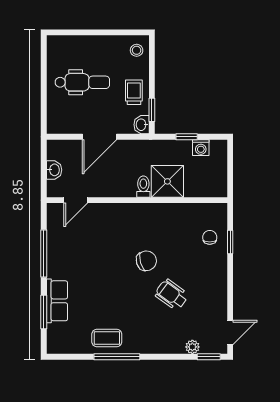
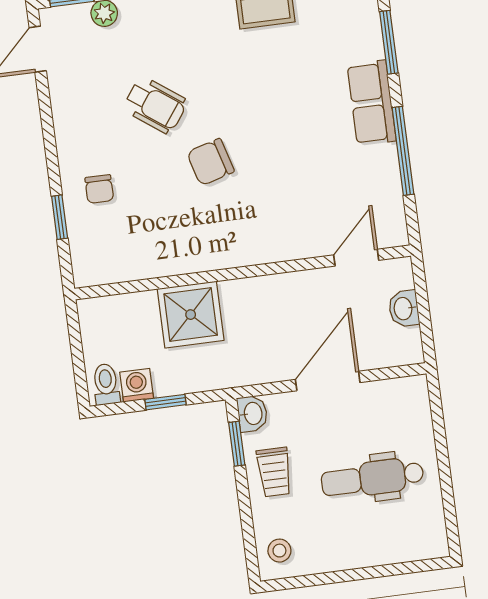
toilet: (143, 187) -> (106, 384), moved, turned 180
chair: (210, 237) -> (99, 189), moved
row of seats: (57, 301) -> (372, 103), moved

